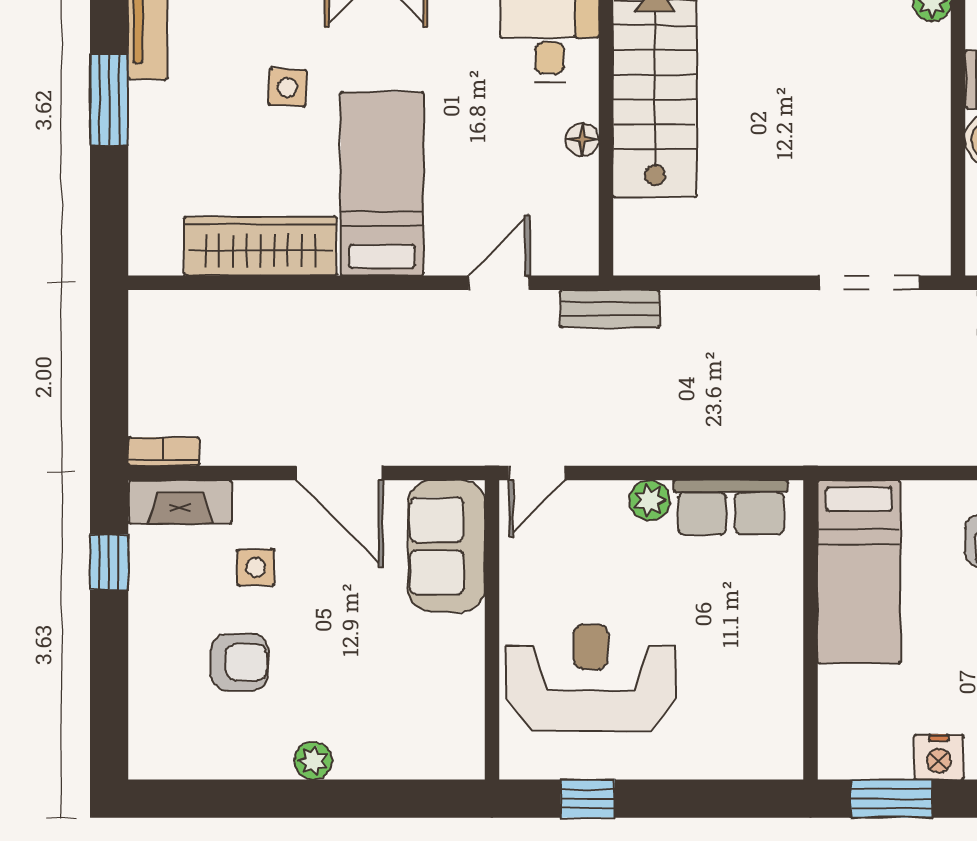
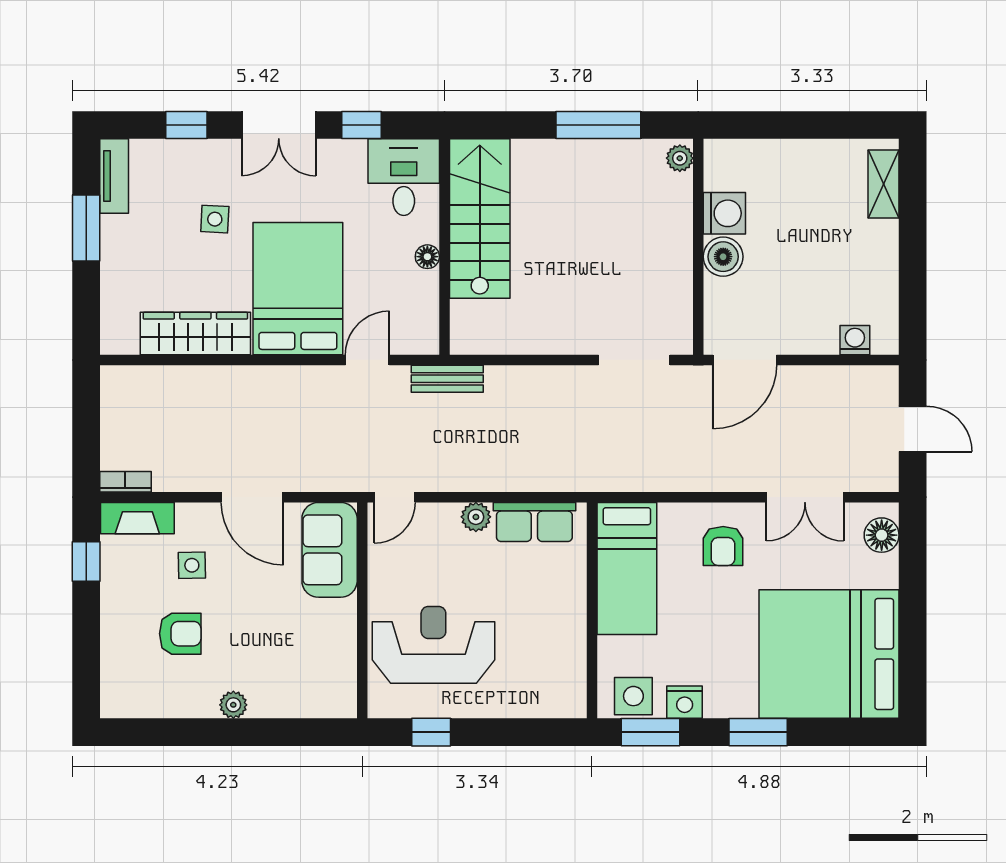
bed: (382, 184) -> (298, 289), width x1.50
side table: (868, 749) -> (633, 696), added

